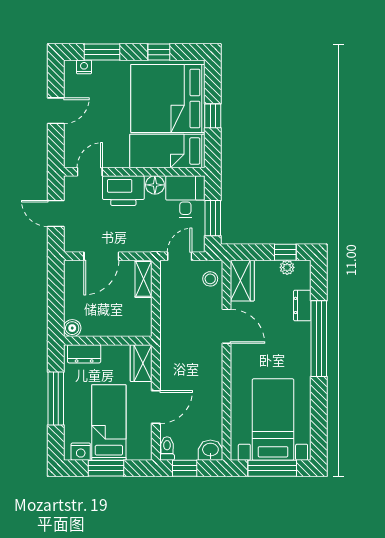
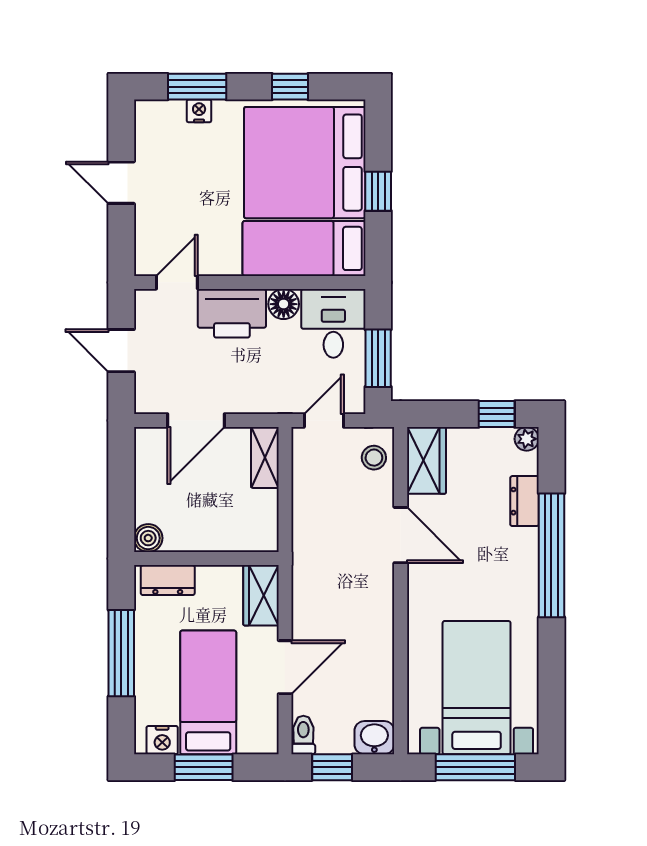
nightstand: (84, 67) -> (199, 111), moved
door: (56, 111) -> (121, 183), swing flipped
plant: (287, 267) -> (527, 439), moved

